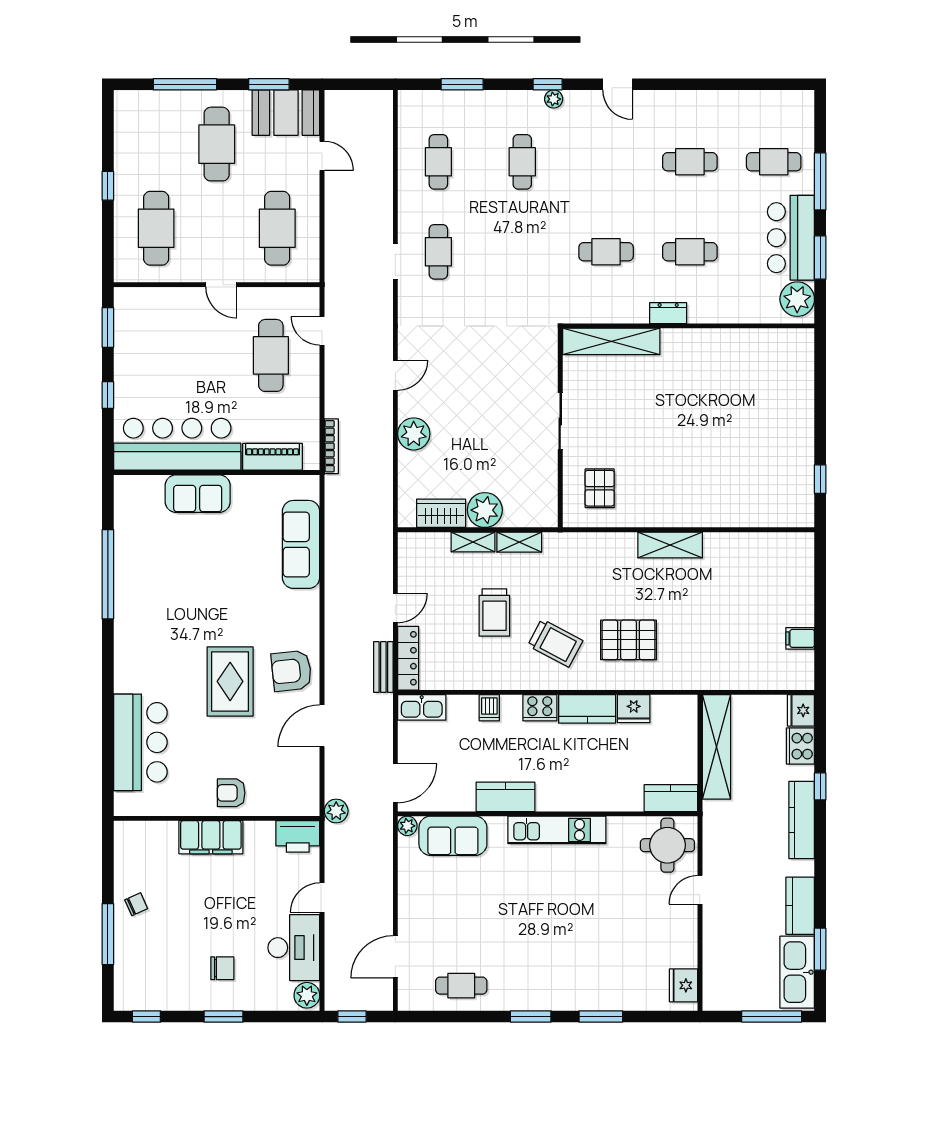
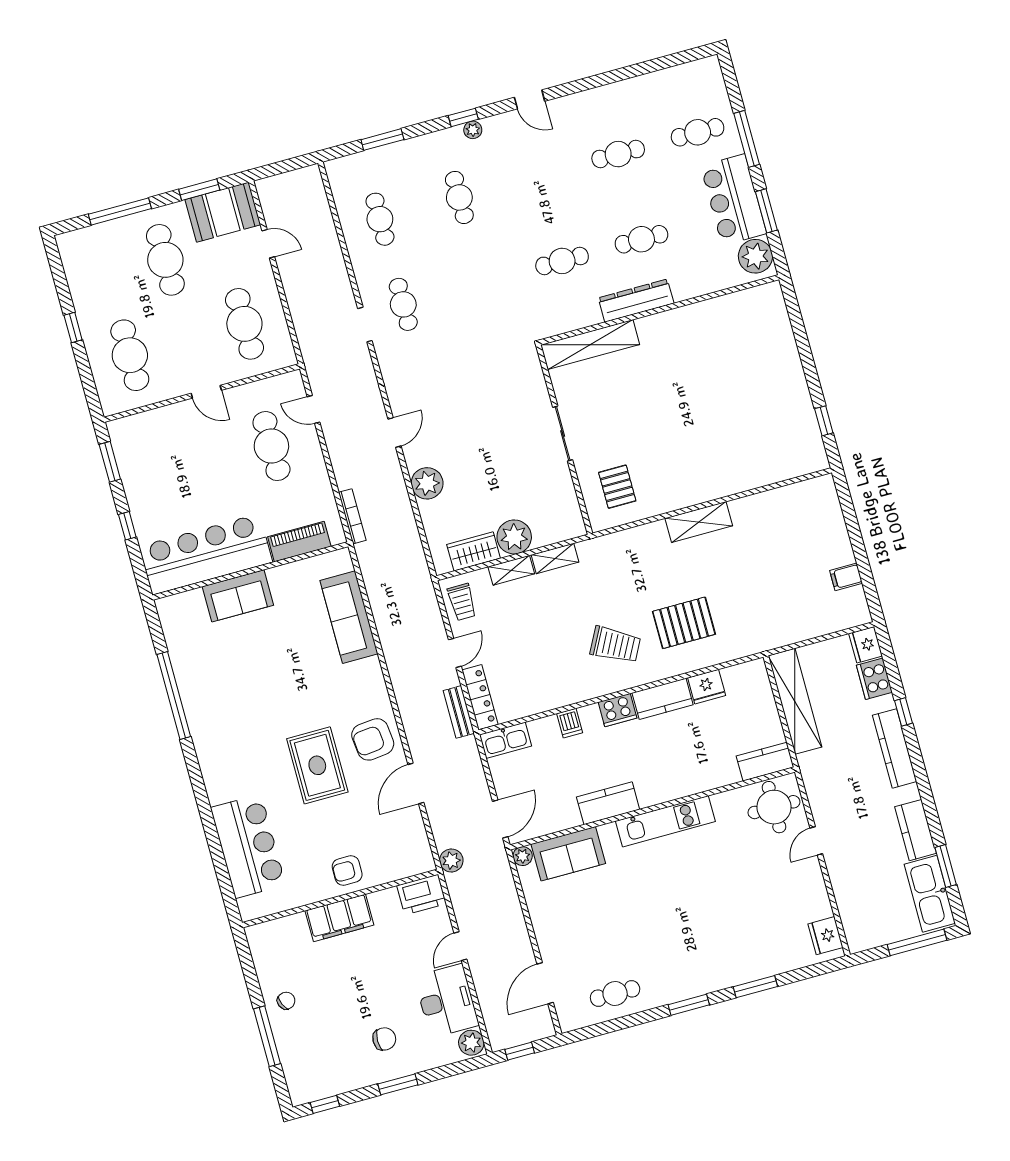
dresser: (668, 313) -> (636, 301), width x1.96, depth x1.24
trolley: (494, 612) -> (462, 602), moved, width x0.73, depth x0.72

